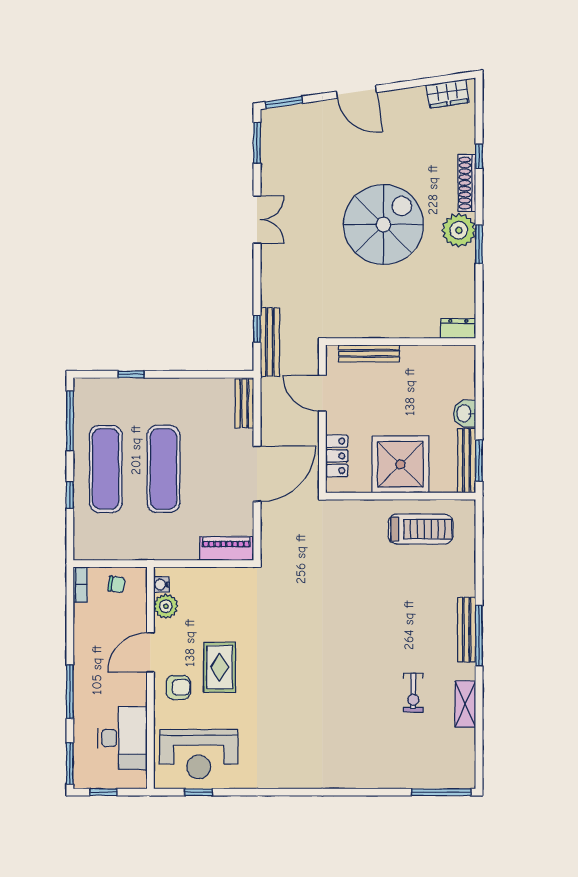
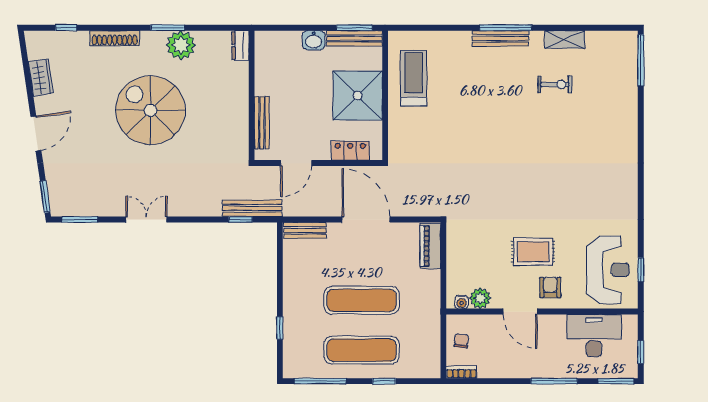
wardrobe: (448, 94) -> (41, 78), moved
window: (479, 156) -> (66, 28), moved
plant: (459, 230) -> (181, 45), moved

